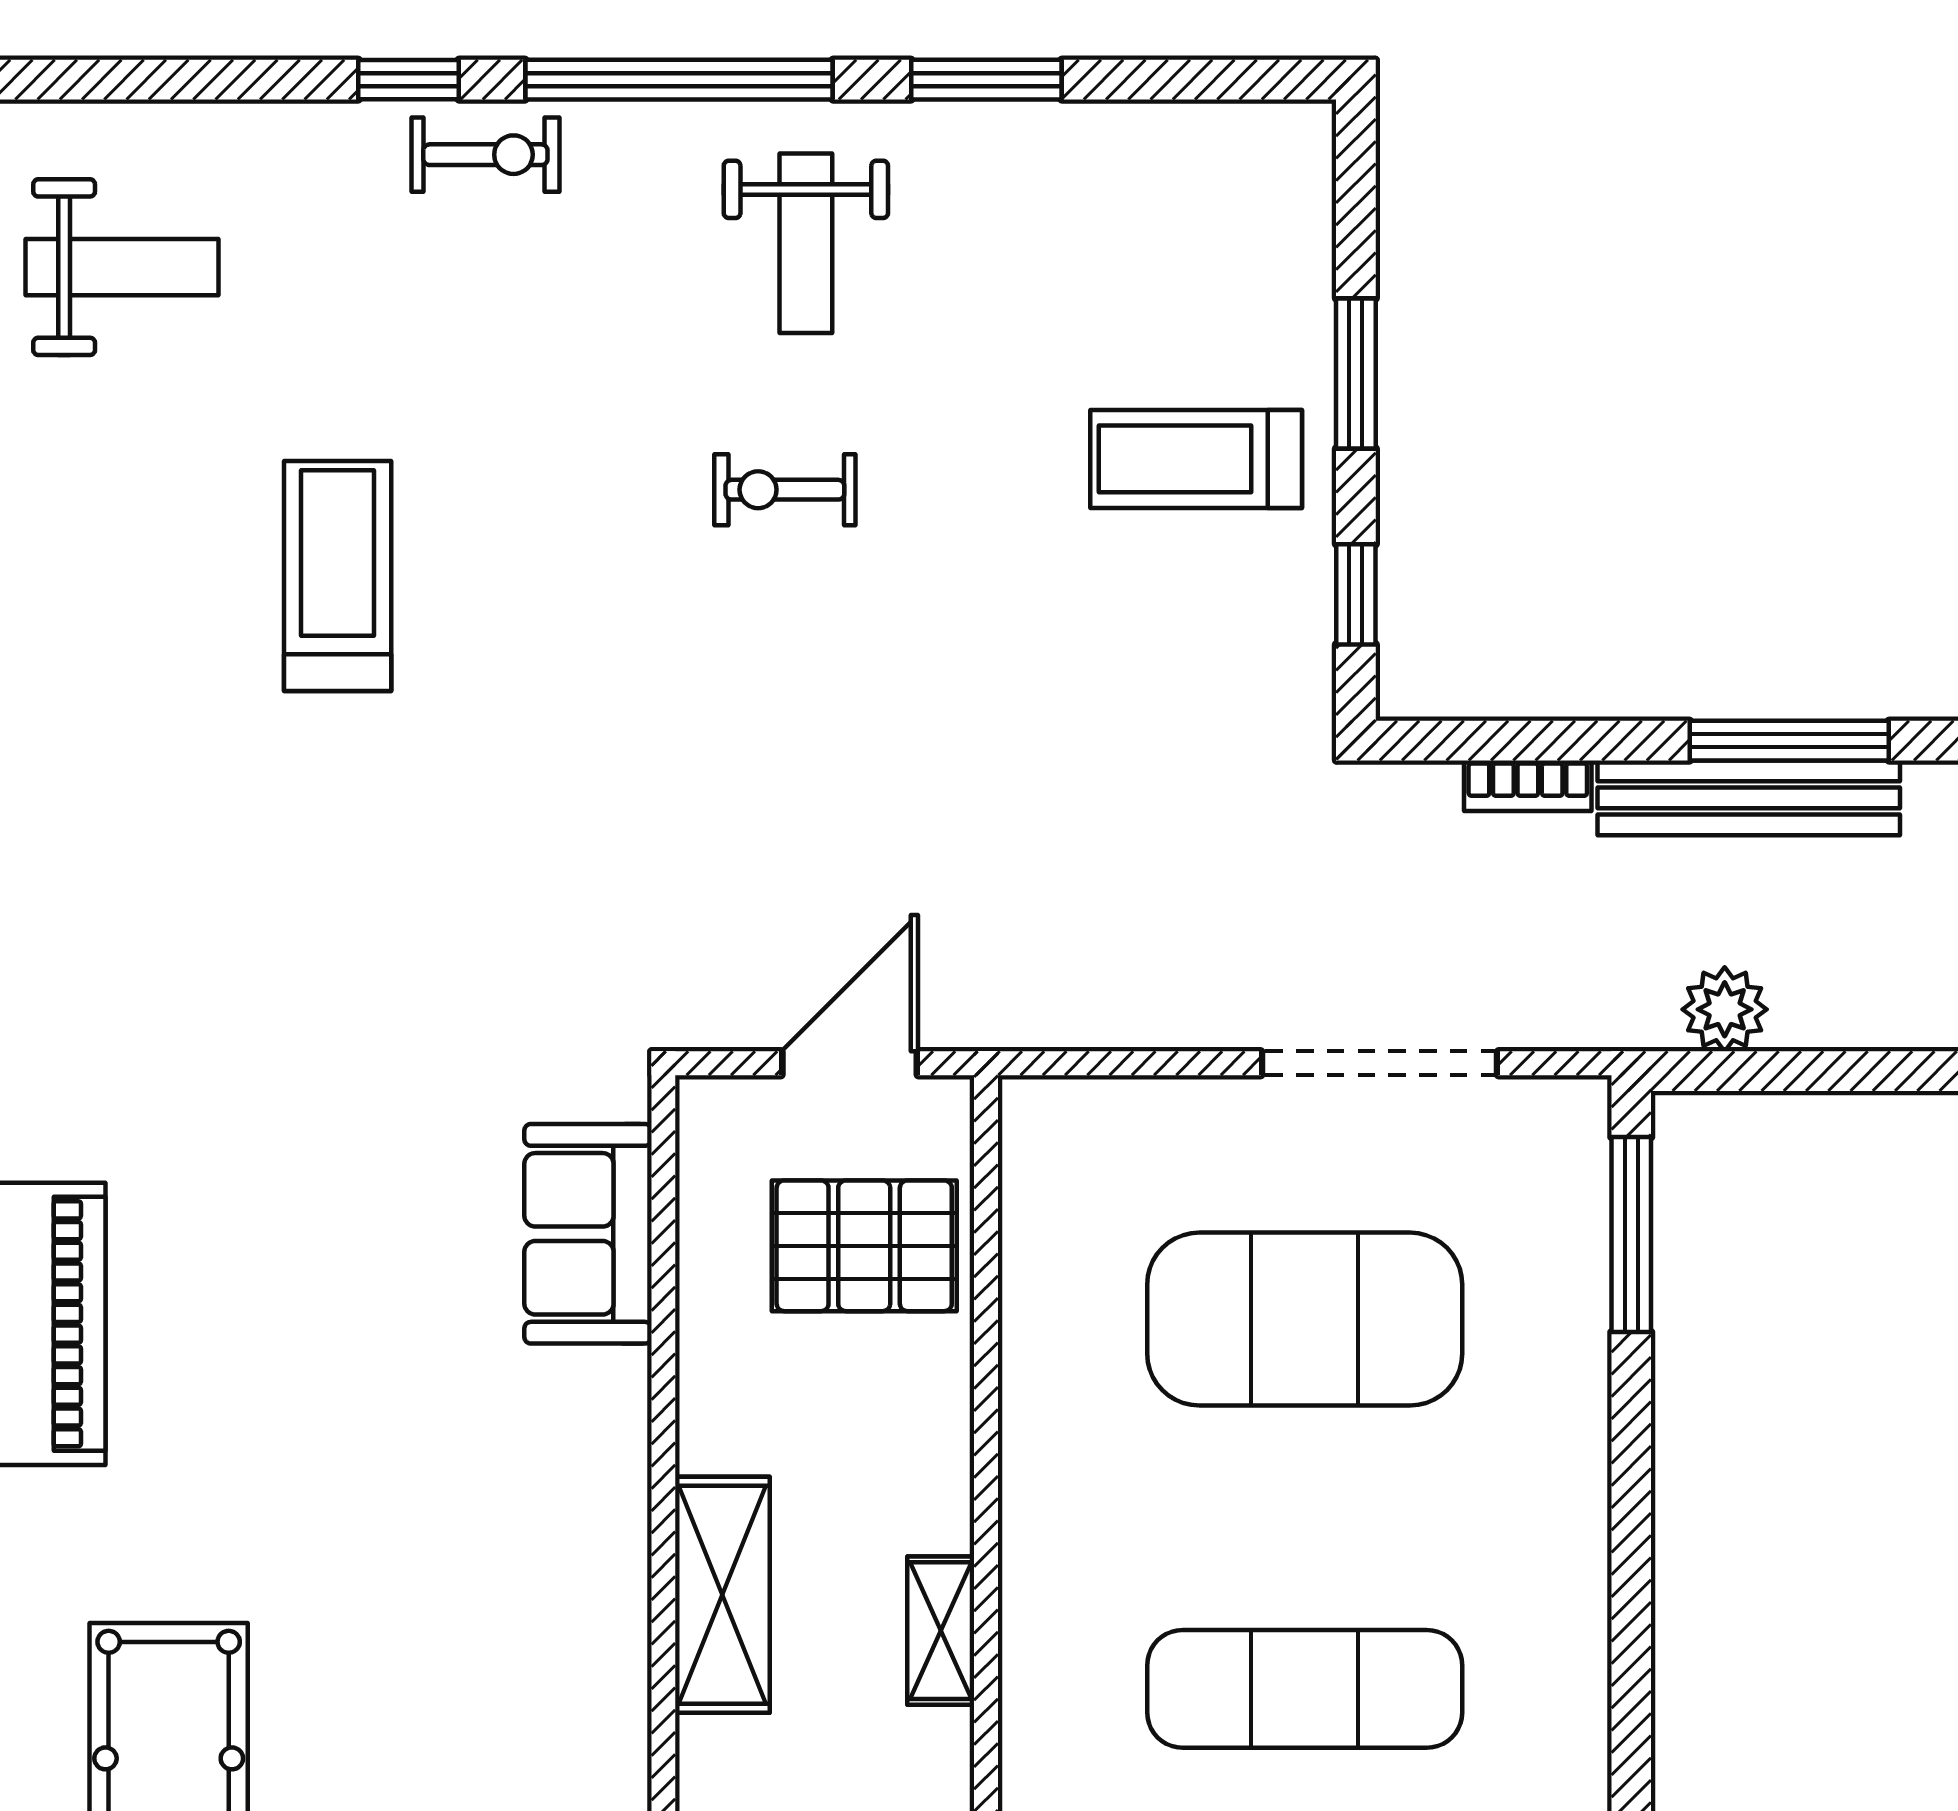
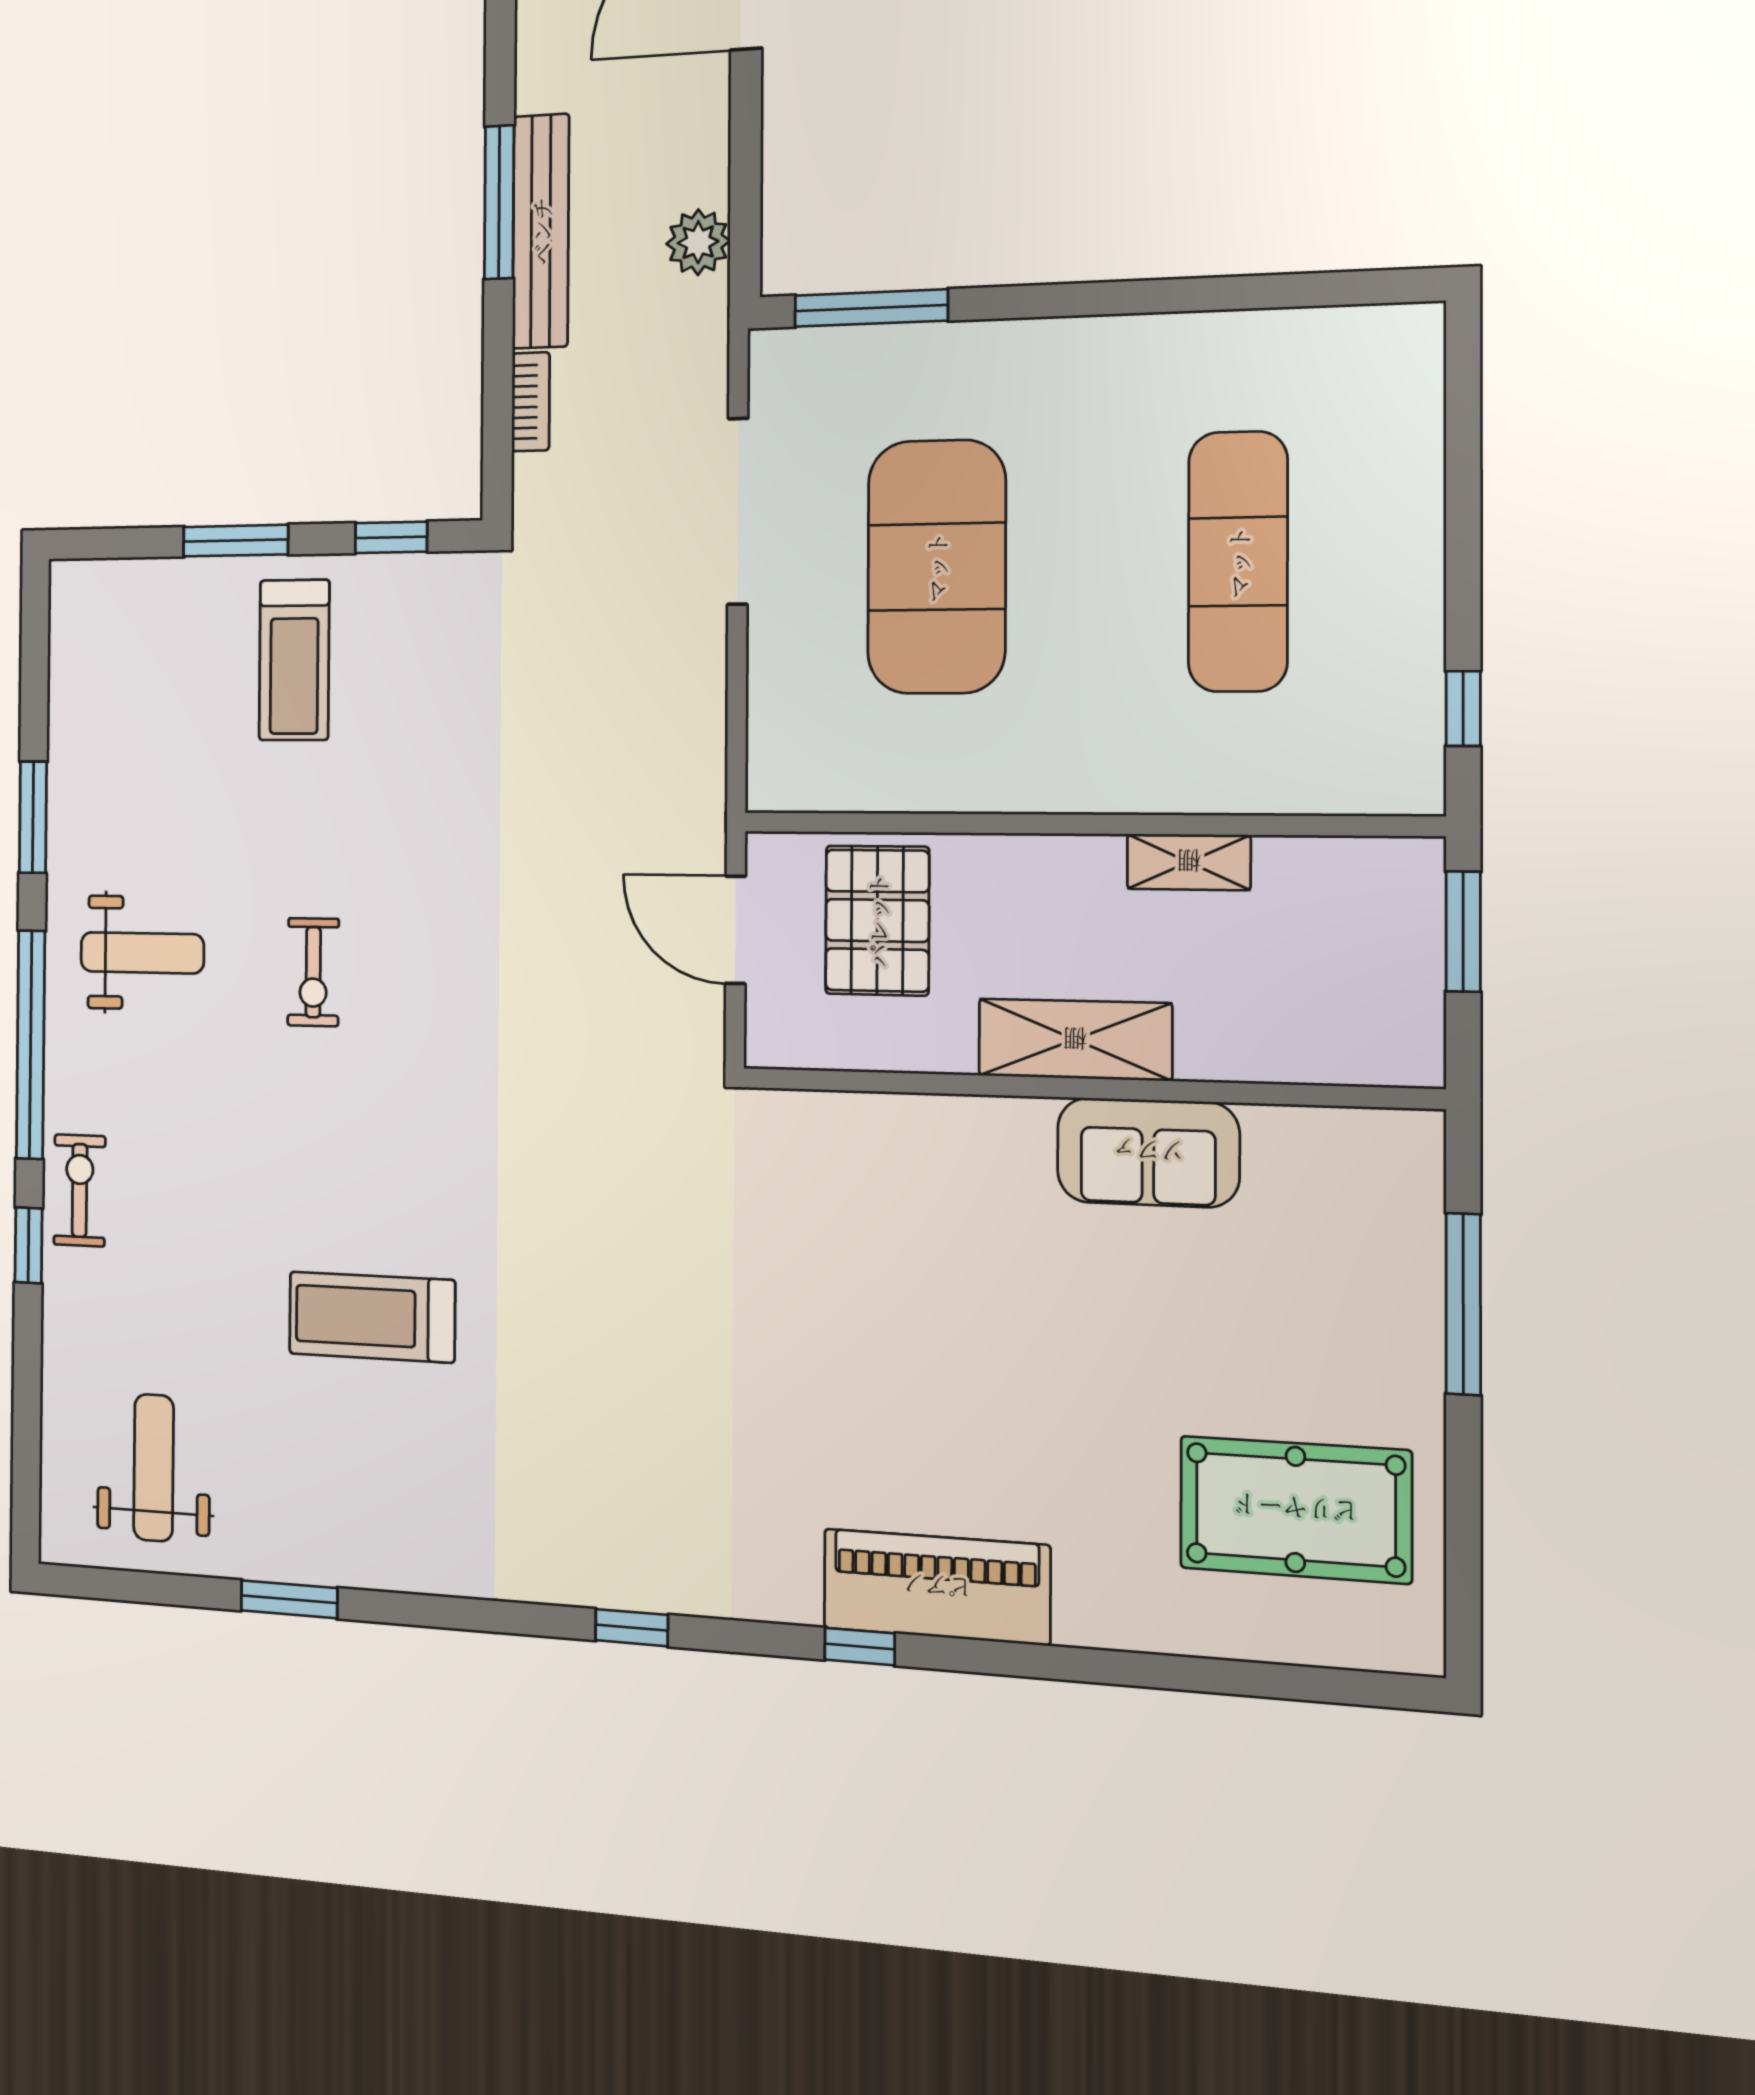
sofa: (588, 1234) -> (1148, 1152), moved
shelving: (722, 1595) -> (1075, 1040), moved

